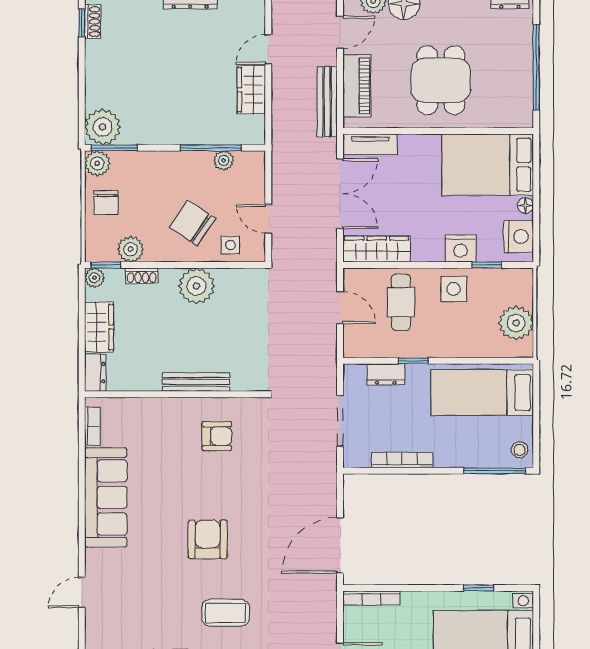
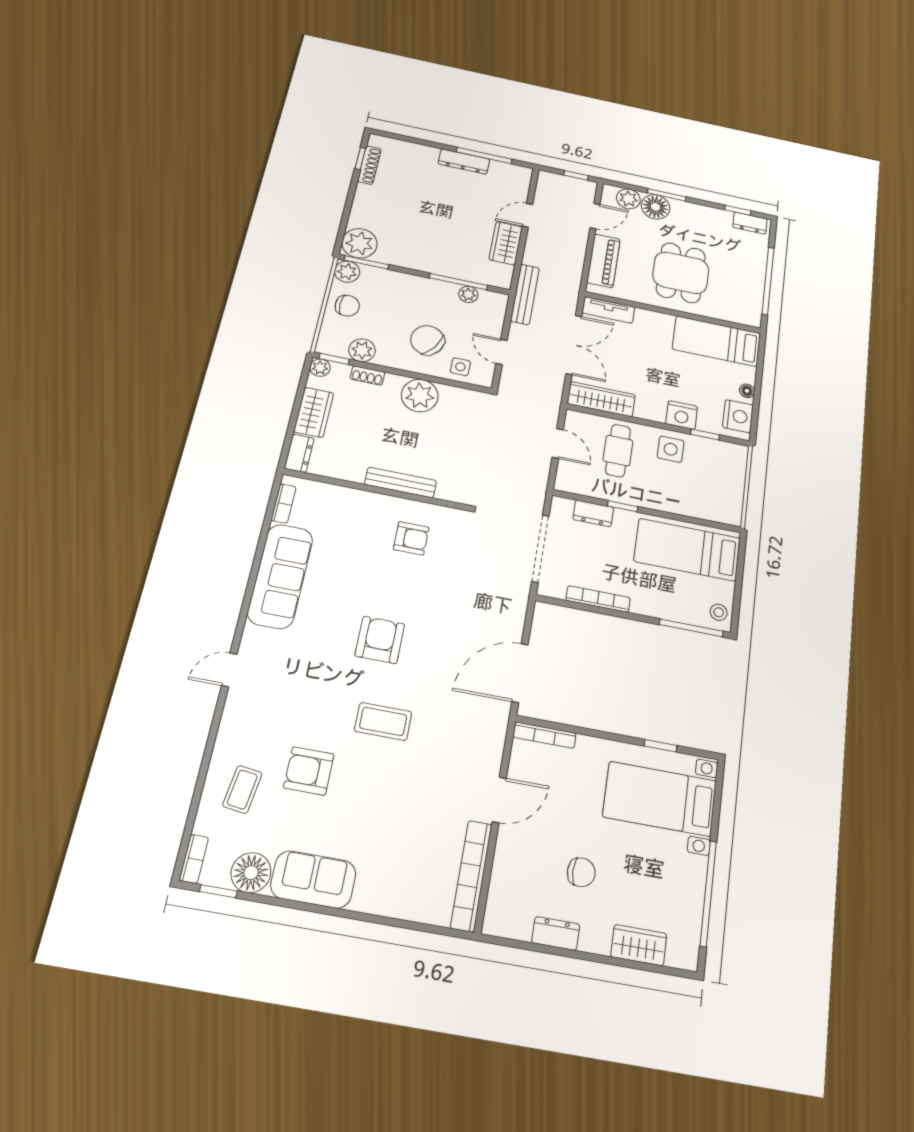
shoe rack: (93, 22) -> (369, 165), width x1.43
bench: (327, 102) -> (525, 294), moved
bed: (488, 165) -> (717, 341), width x0.67
chair: (106, 203) -> (347, 306), turned -90
plant: (516, 323) -> (728, 492), removed
doorway: (340, 421) -> (540, 549), width x1.36

